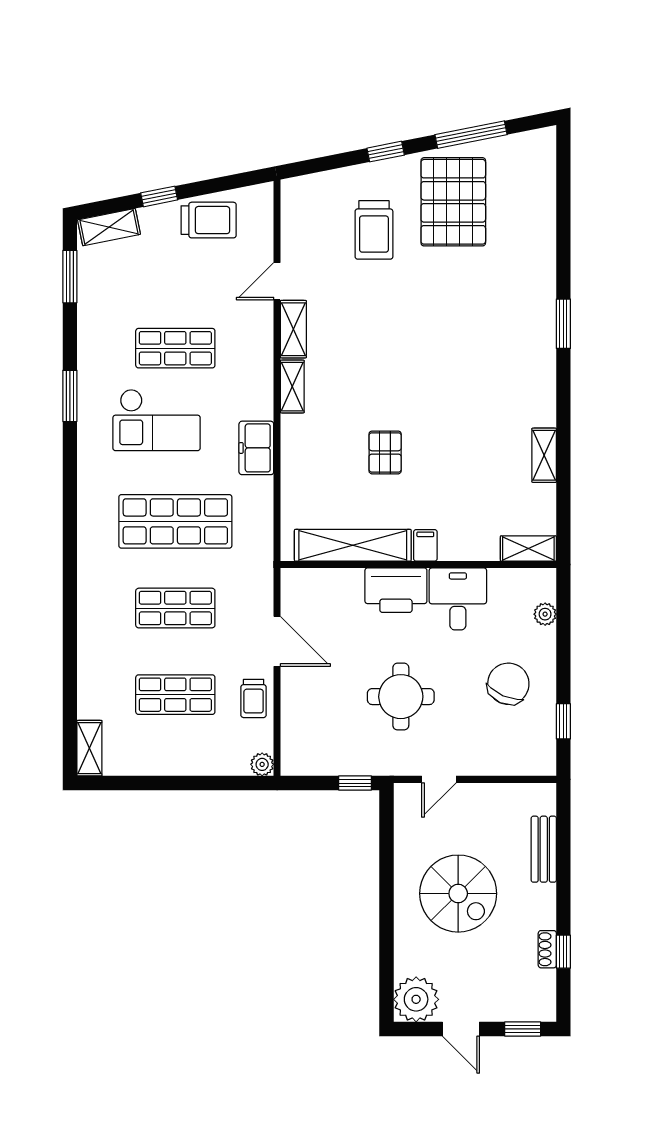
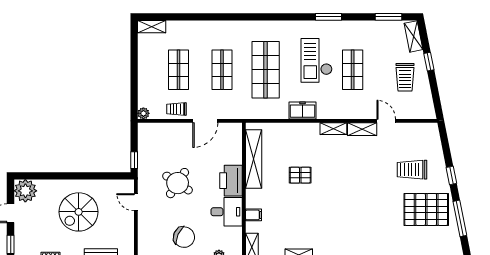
trolley: (209, 220) -> (405, 77), moved
filing cabinet: (425, 545) -> (254, 215), moved
round table: (401, 697) -> (178, 183), turned 33

